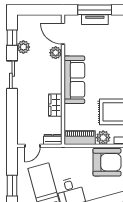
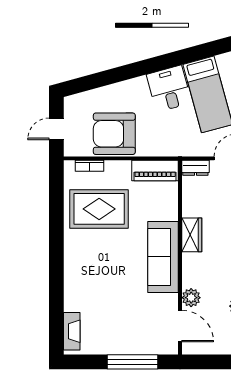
tv unit: (95, 20) -> (132, 347), removed
wardrobe: (55, 105) -> (192, 235), moved
plant: (103, 138) -> (120, 171), removed

